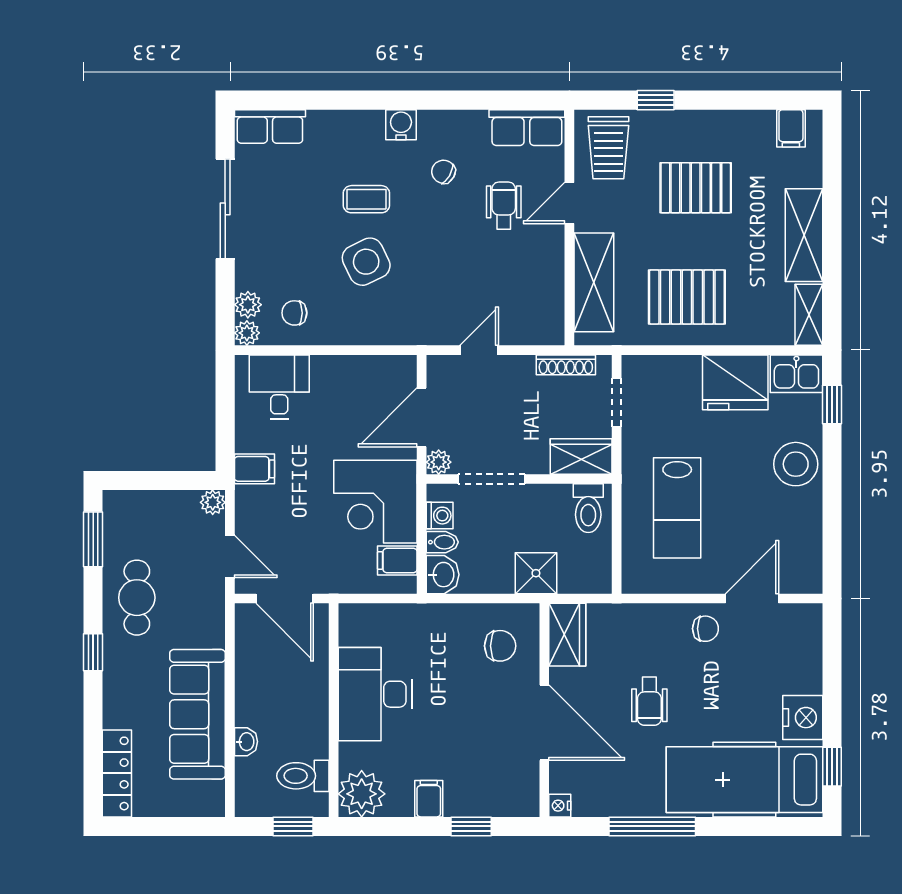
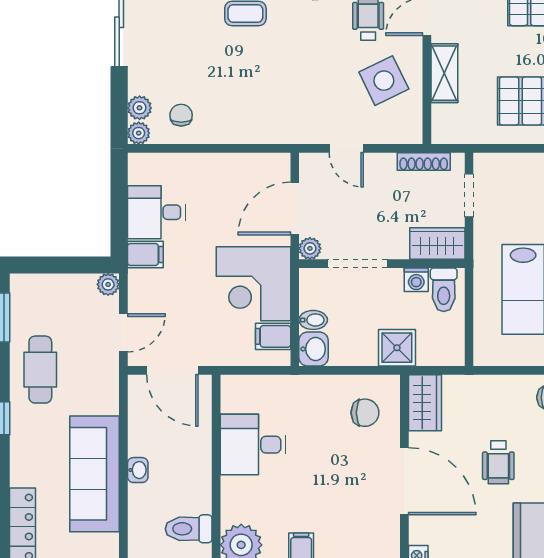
side table: (366, 262) -> (384, 81), moved
shelving: (594, 282) -> (444, 73), width x0.67, depth x0.75
chair: (294, 313) -> (181, 115), turned 90
door: (479, 350) -> (346, 148), swing flipped
desk: (279, 387) -> (156, 212), moved, turned -90
washing machine: (440, 516) -> (416, 280), moved, turned 90
door: (230, 557) -> (123, 333), hinge flipped
desk: (375, 694) -> (253, 445), width x0.73
washbasin: (246, 742) -> (138, 470), moved

